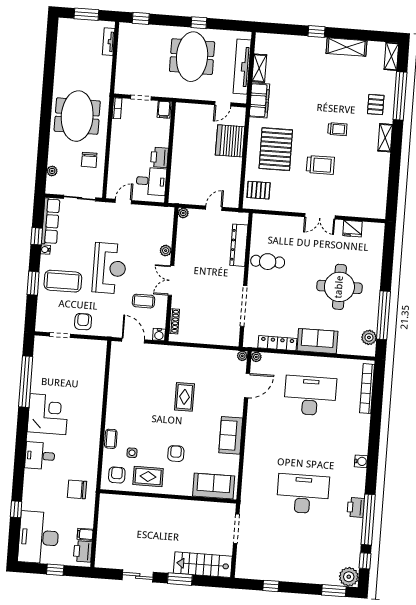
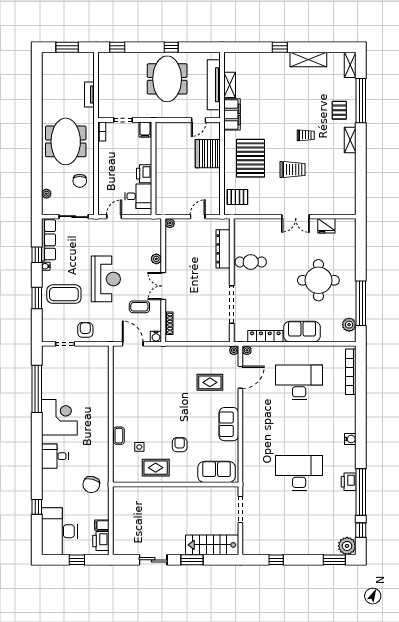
tv unit: (109, 42) -> (89, 94), moved
rug: (184, 397) -> (210, 382), moved, turned 90
armchair: (117, 475) -> (127, 468), removed
chair: (77, 489) -> (91, 484), turned -76

